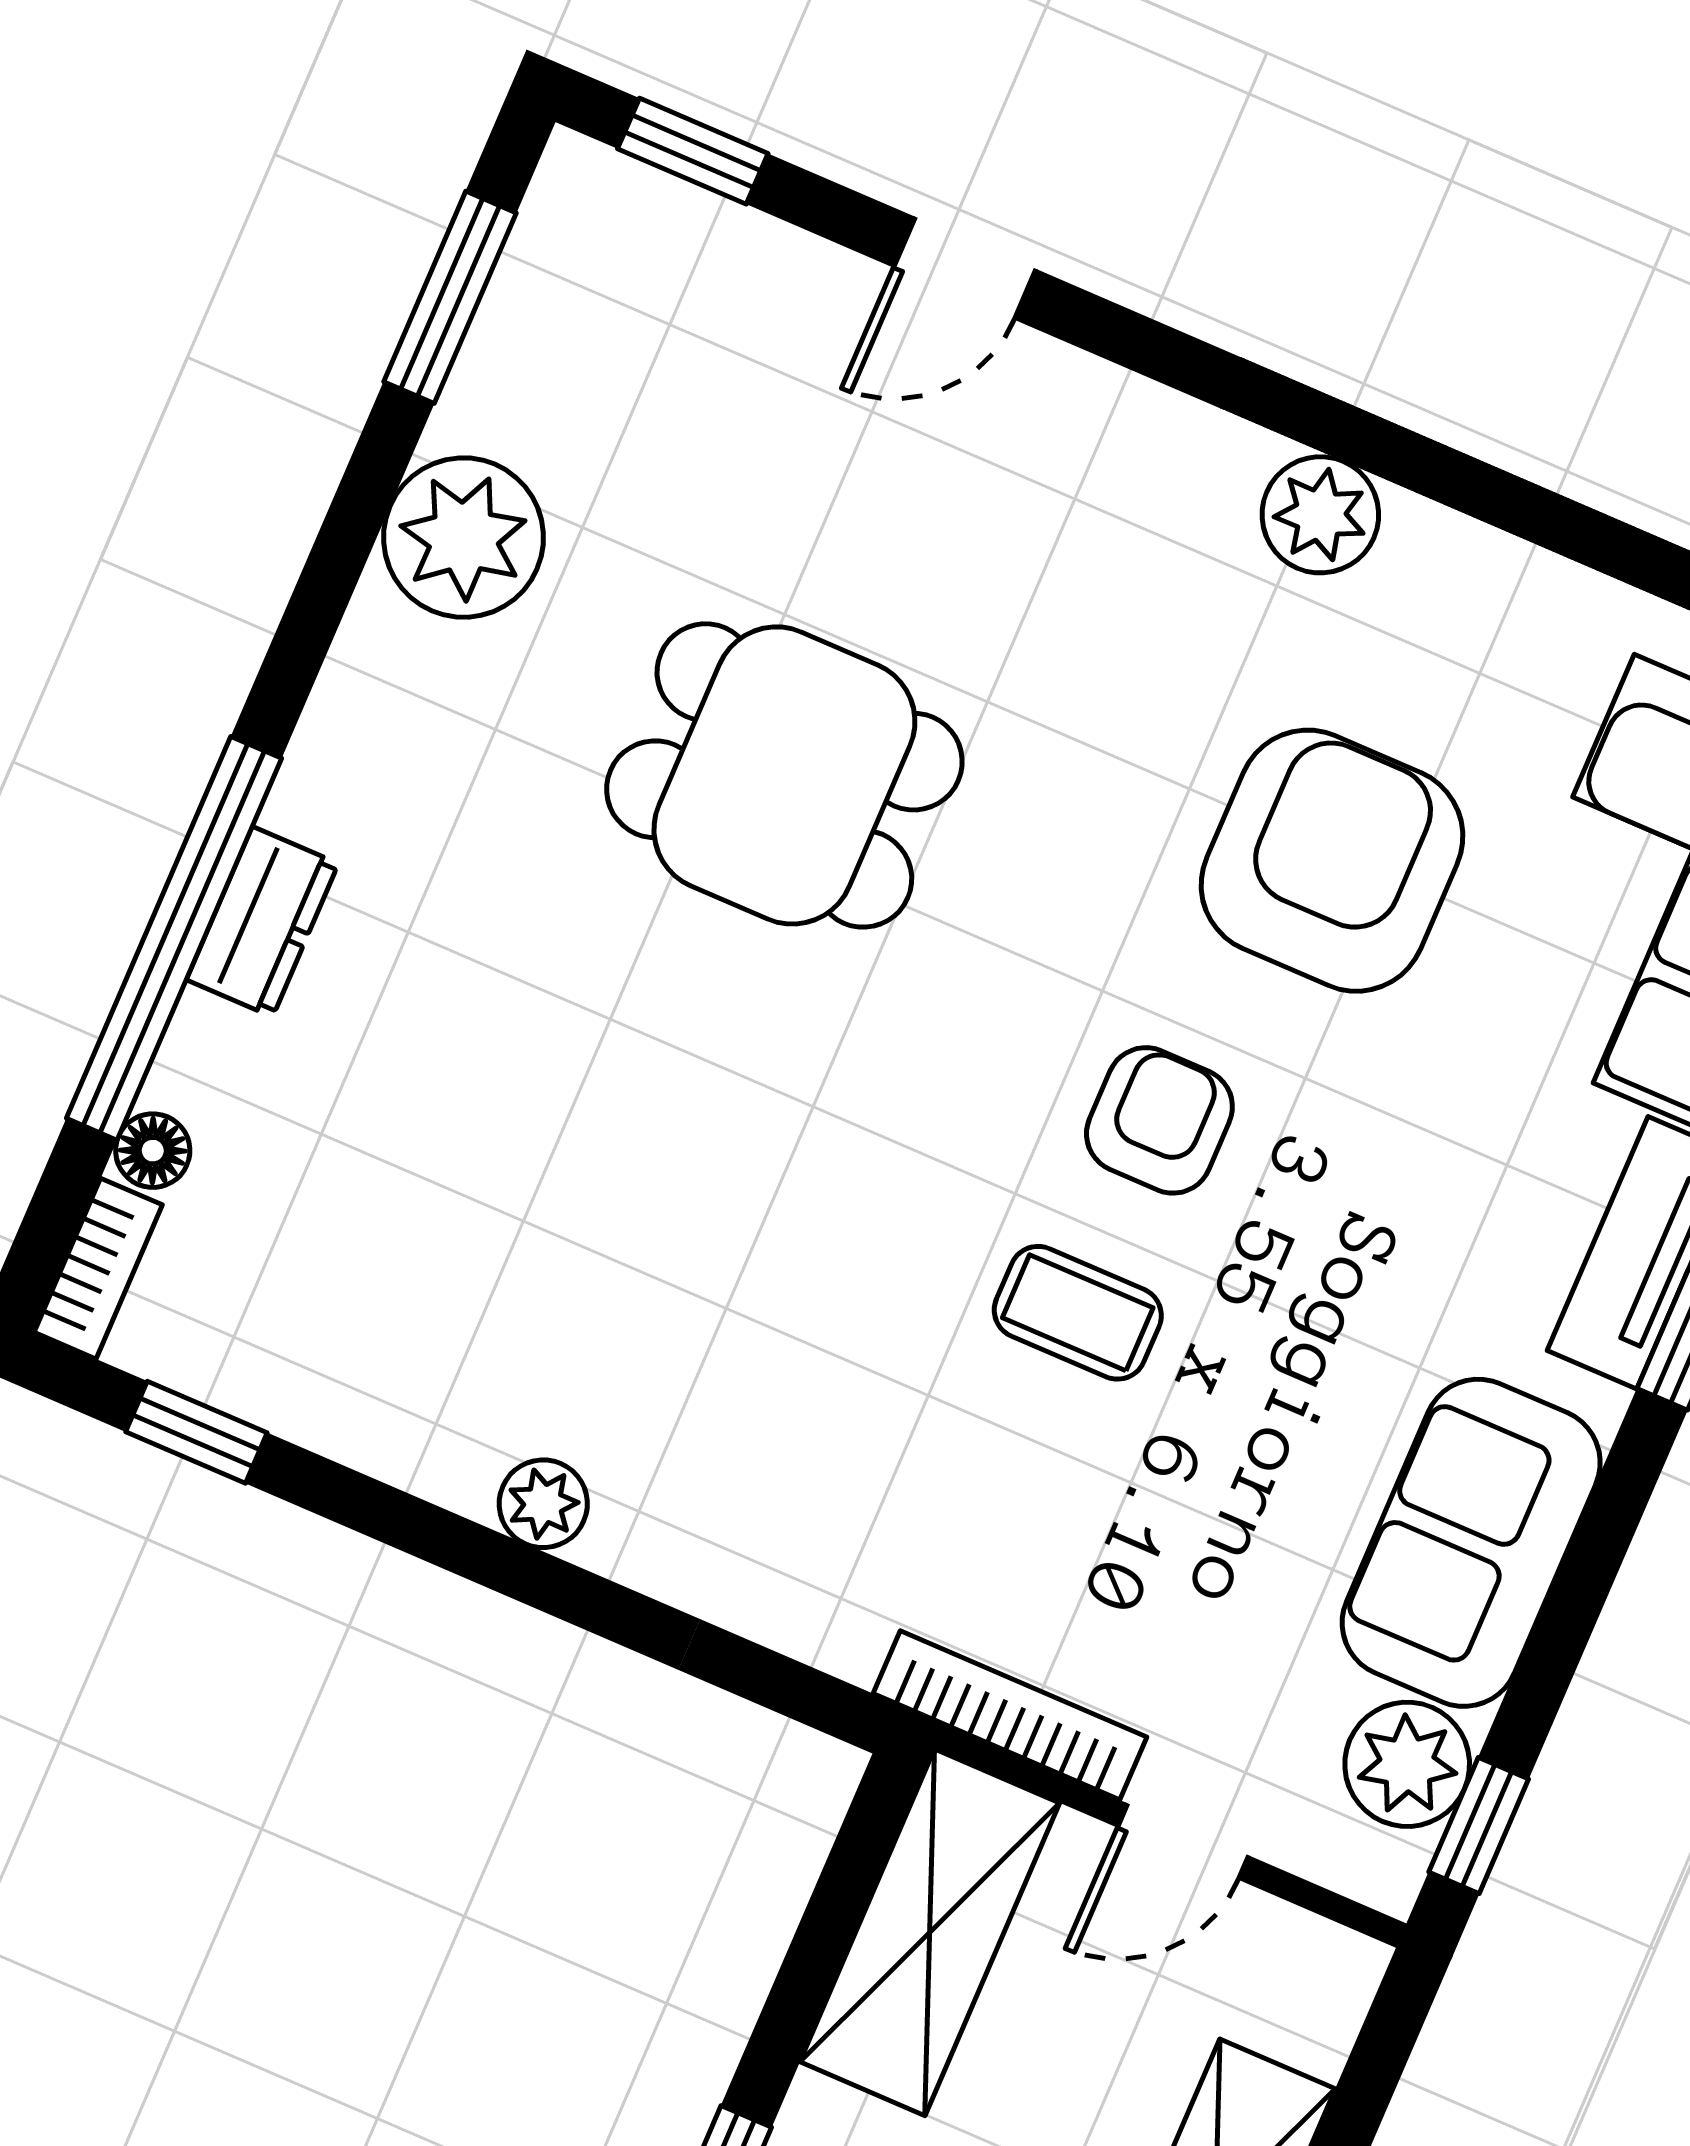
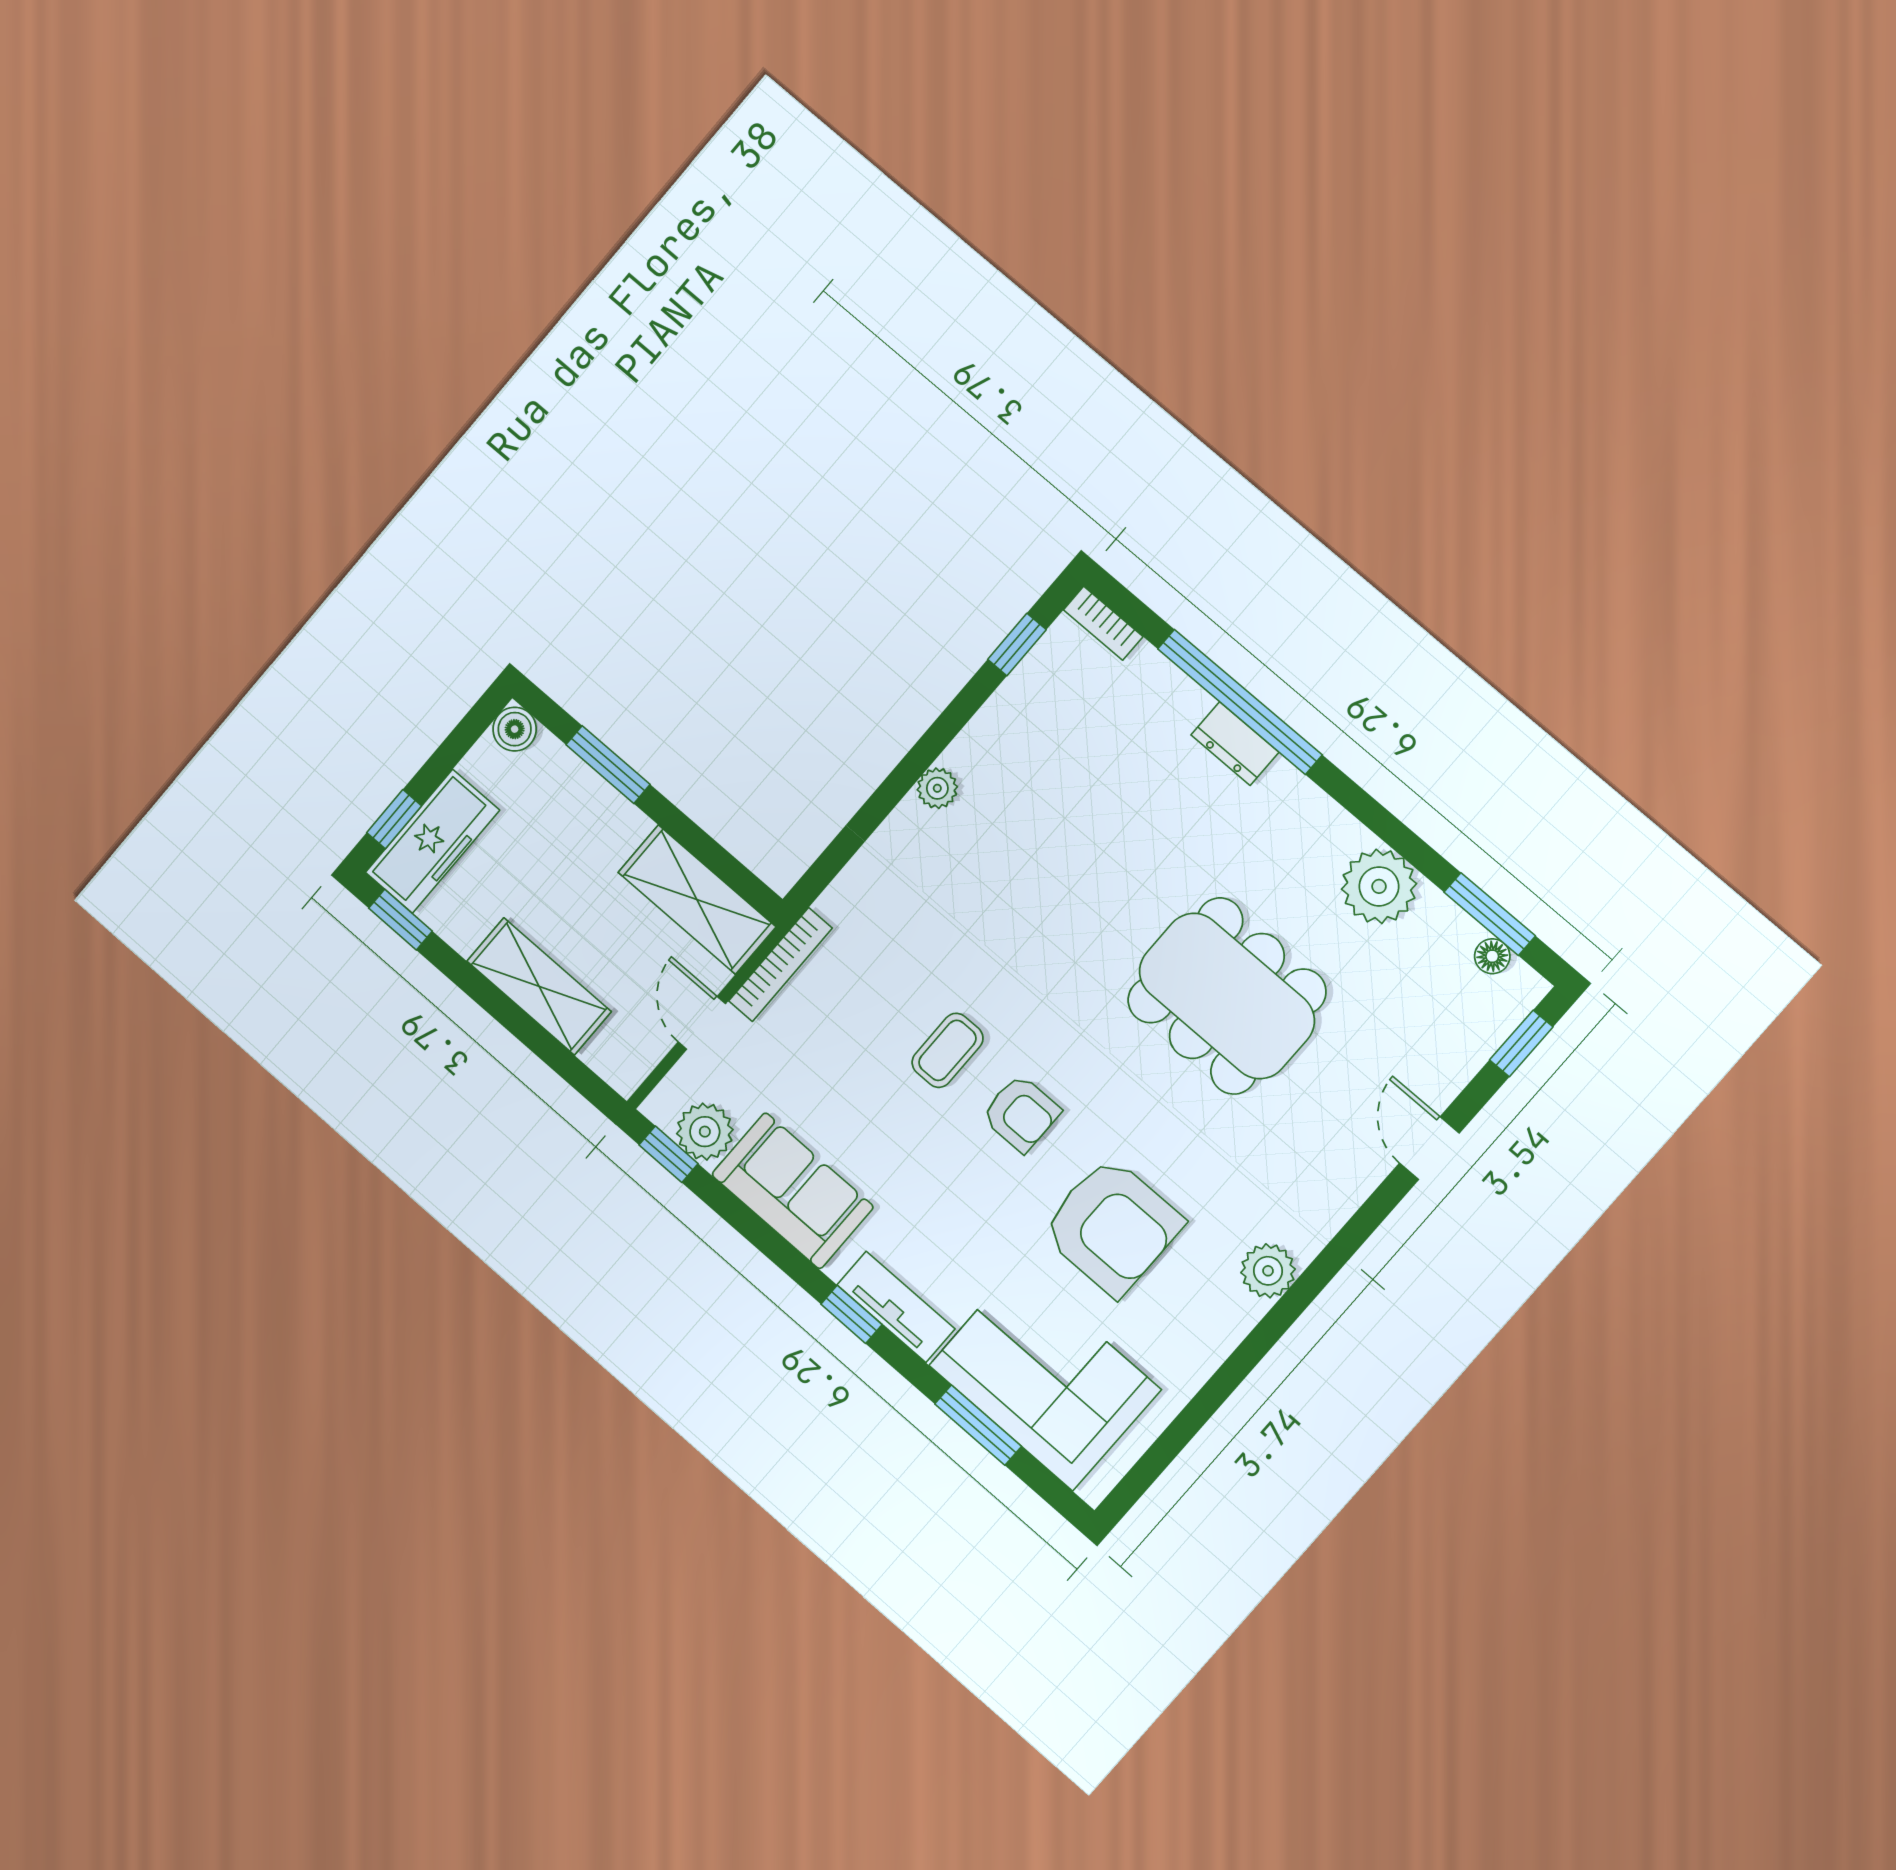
dining table: (784, 775) -> (1227, 996), width x1.38
floor lamp: (153, 1151) -> (1492, 956), moved

